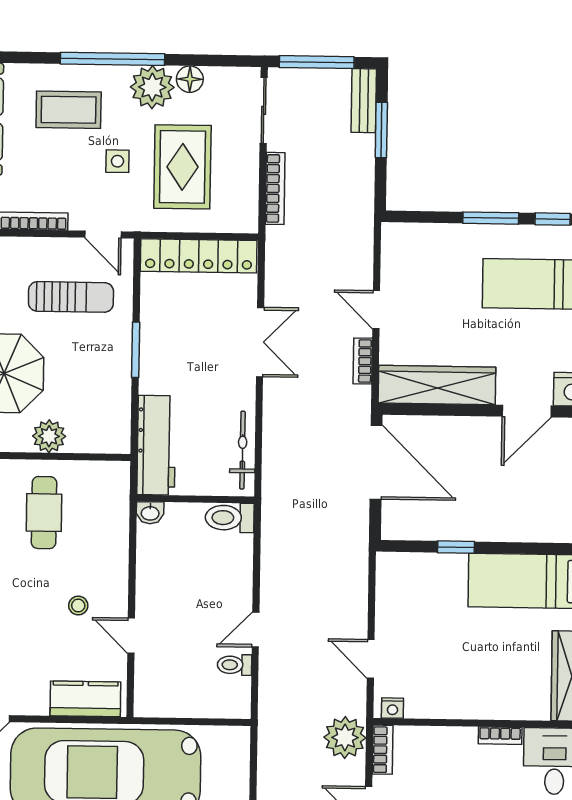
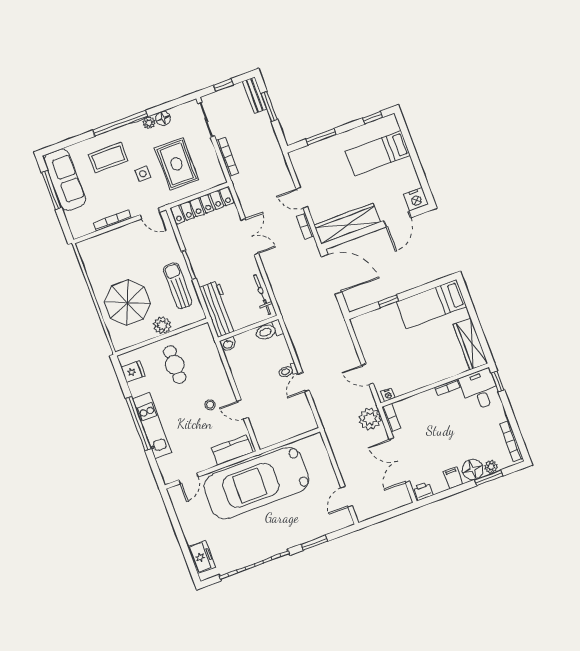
window: (317, 62) -> (223, 85), width x0.46
plant: (152, 87) -> (149, 123), width x0.53, depth x0.53
window: (491, 218) -> (321, 137), moved
sun lounger: (71, 297) -> (178, 286), moved, turned -90
toilet: (235, 665) -> (288, 371), moved

